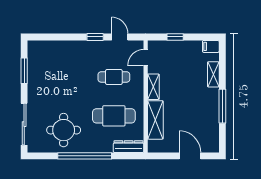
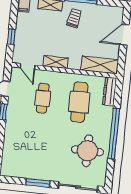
window: (24, 71) -> (38, 183), moved
trolley: (202, 101) -> (74, 18), added
shelving: (155, 120) -> (100, 65), moved

